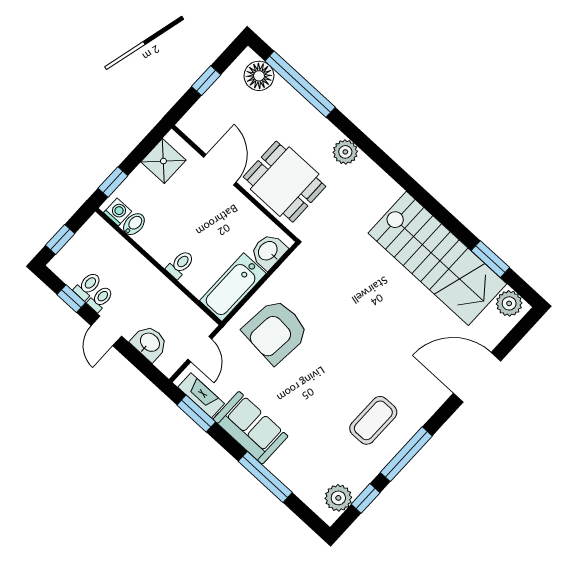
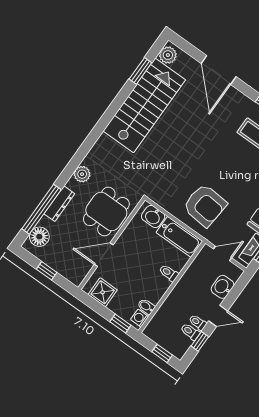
dresser: (305, 112) -> (59, 204), added

